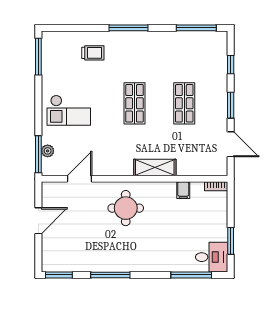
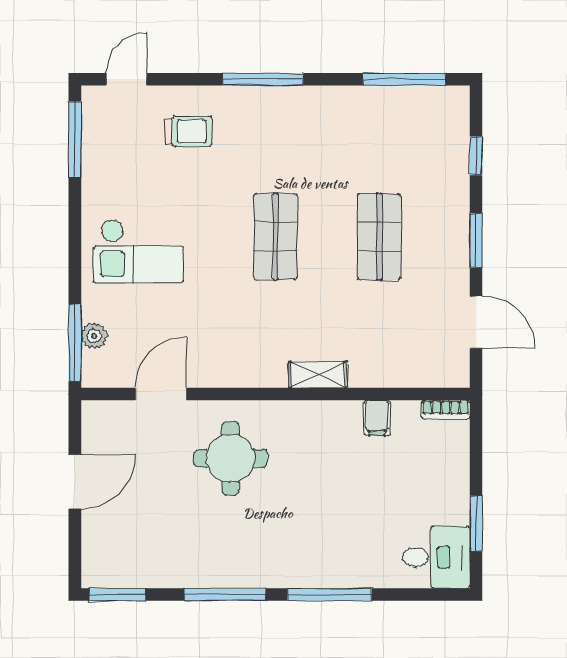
door: (63, 28) -> (126, 79), added
shelving: (155, 167) -> (318, 375), width x0.67, depth x0.75
round table: (126, 208) -> (231, 458), moved
window: (191, 275) -> (330, 595), moved

